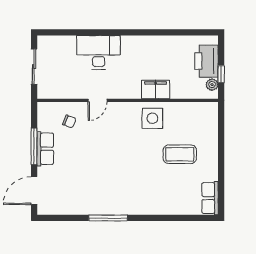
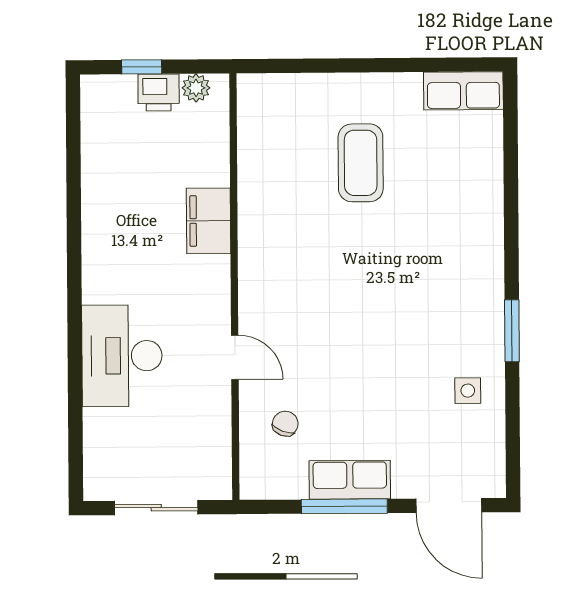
printer: (206, 61) -> (159, 92), width x0.53, depth x0.68
window: (221, 74) -> (142, 67), moved
side table: (152, 118) -> (468, 391), moved, width x0.54, depth x0.54
window: (108, 218) -> (512, 331), width x0.69

